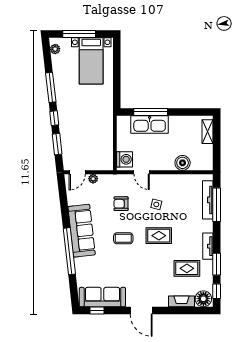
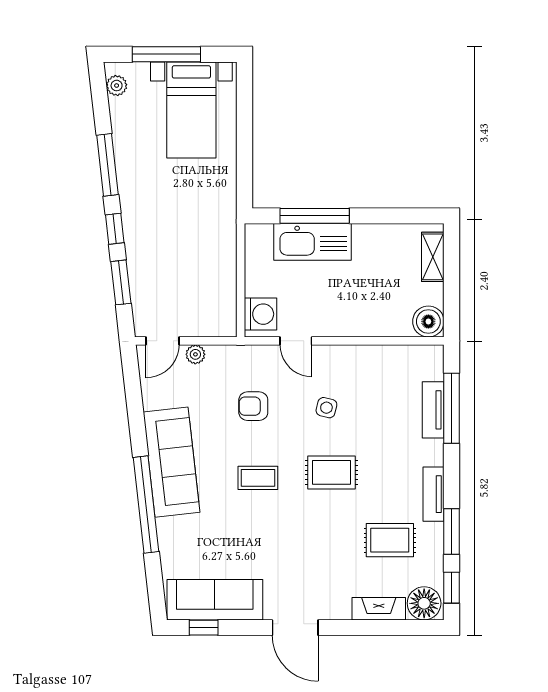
boiler: (183, 163) -> (428, 321), moved
tv unit: (208, 200) -> (433, 410), width x0.71

